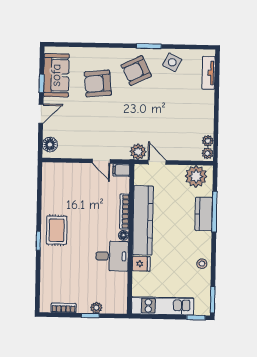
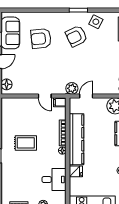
armchair: (136, 71) -> (76, 36), moved
door: (157, 162) -> (86, 96), hinge flipped
rug: (57, 230) -> (26, 143), moved, turned 90
desk: (112, 256) -> (54, 180), moved

